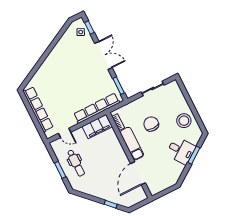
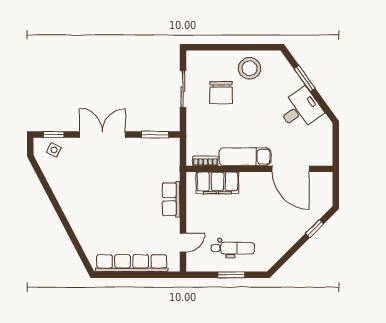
row of seats: (97, 108) -> (171, 199), width x0.50
chair: (151, 124) -> (221, 93), moved, turned -90
filing cabinet: (97, 127) -> (217, 183), moved, turned 90
desk: (181, 151) -> (300, 109), moved

